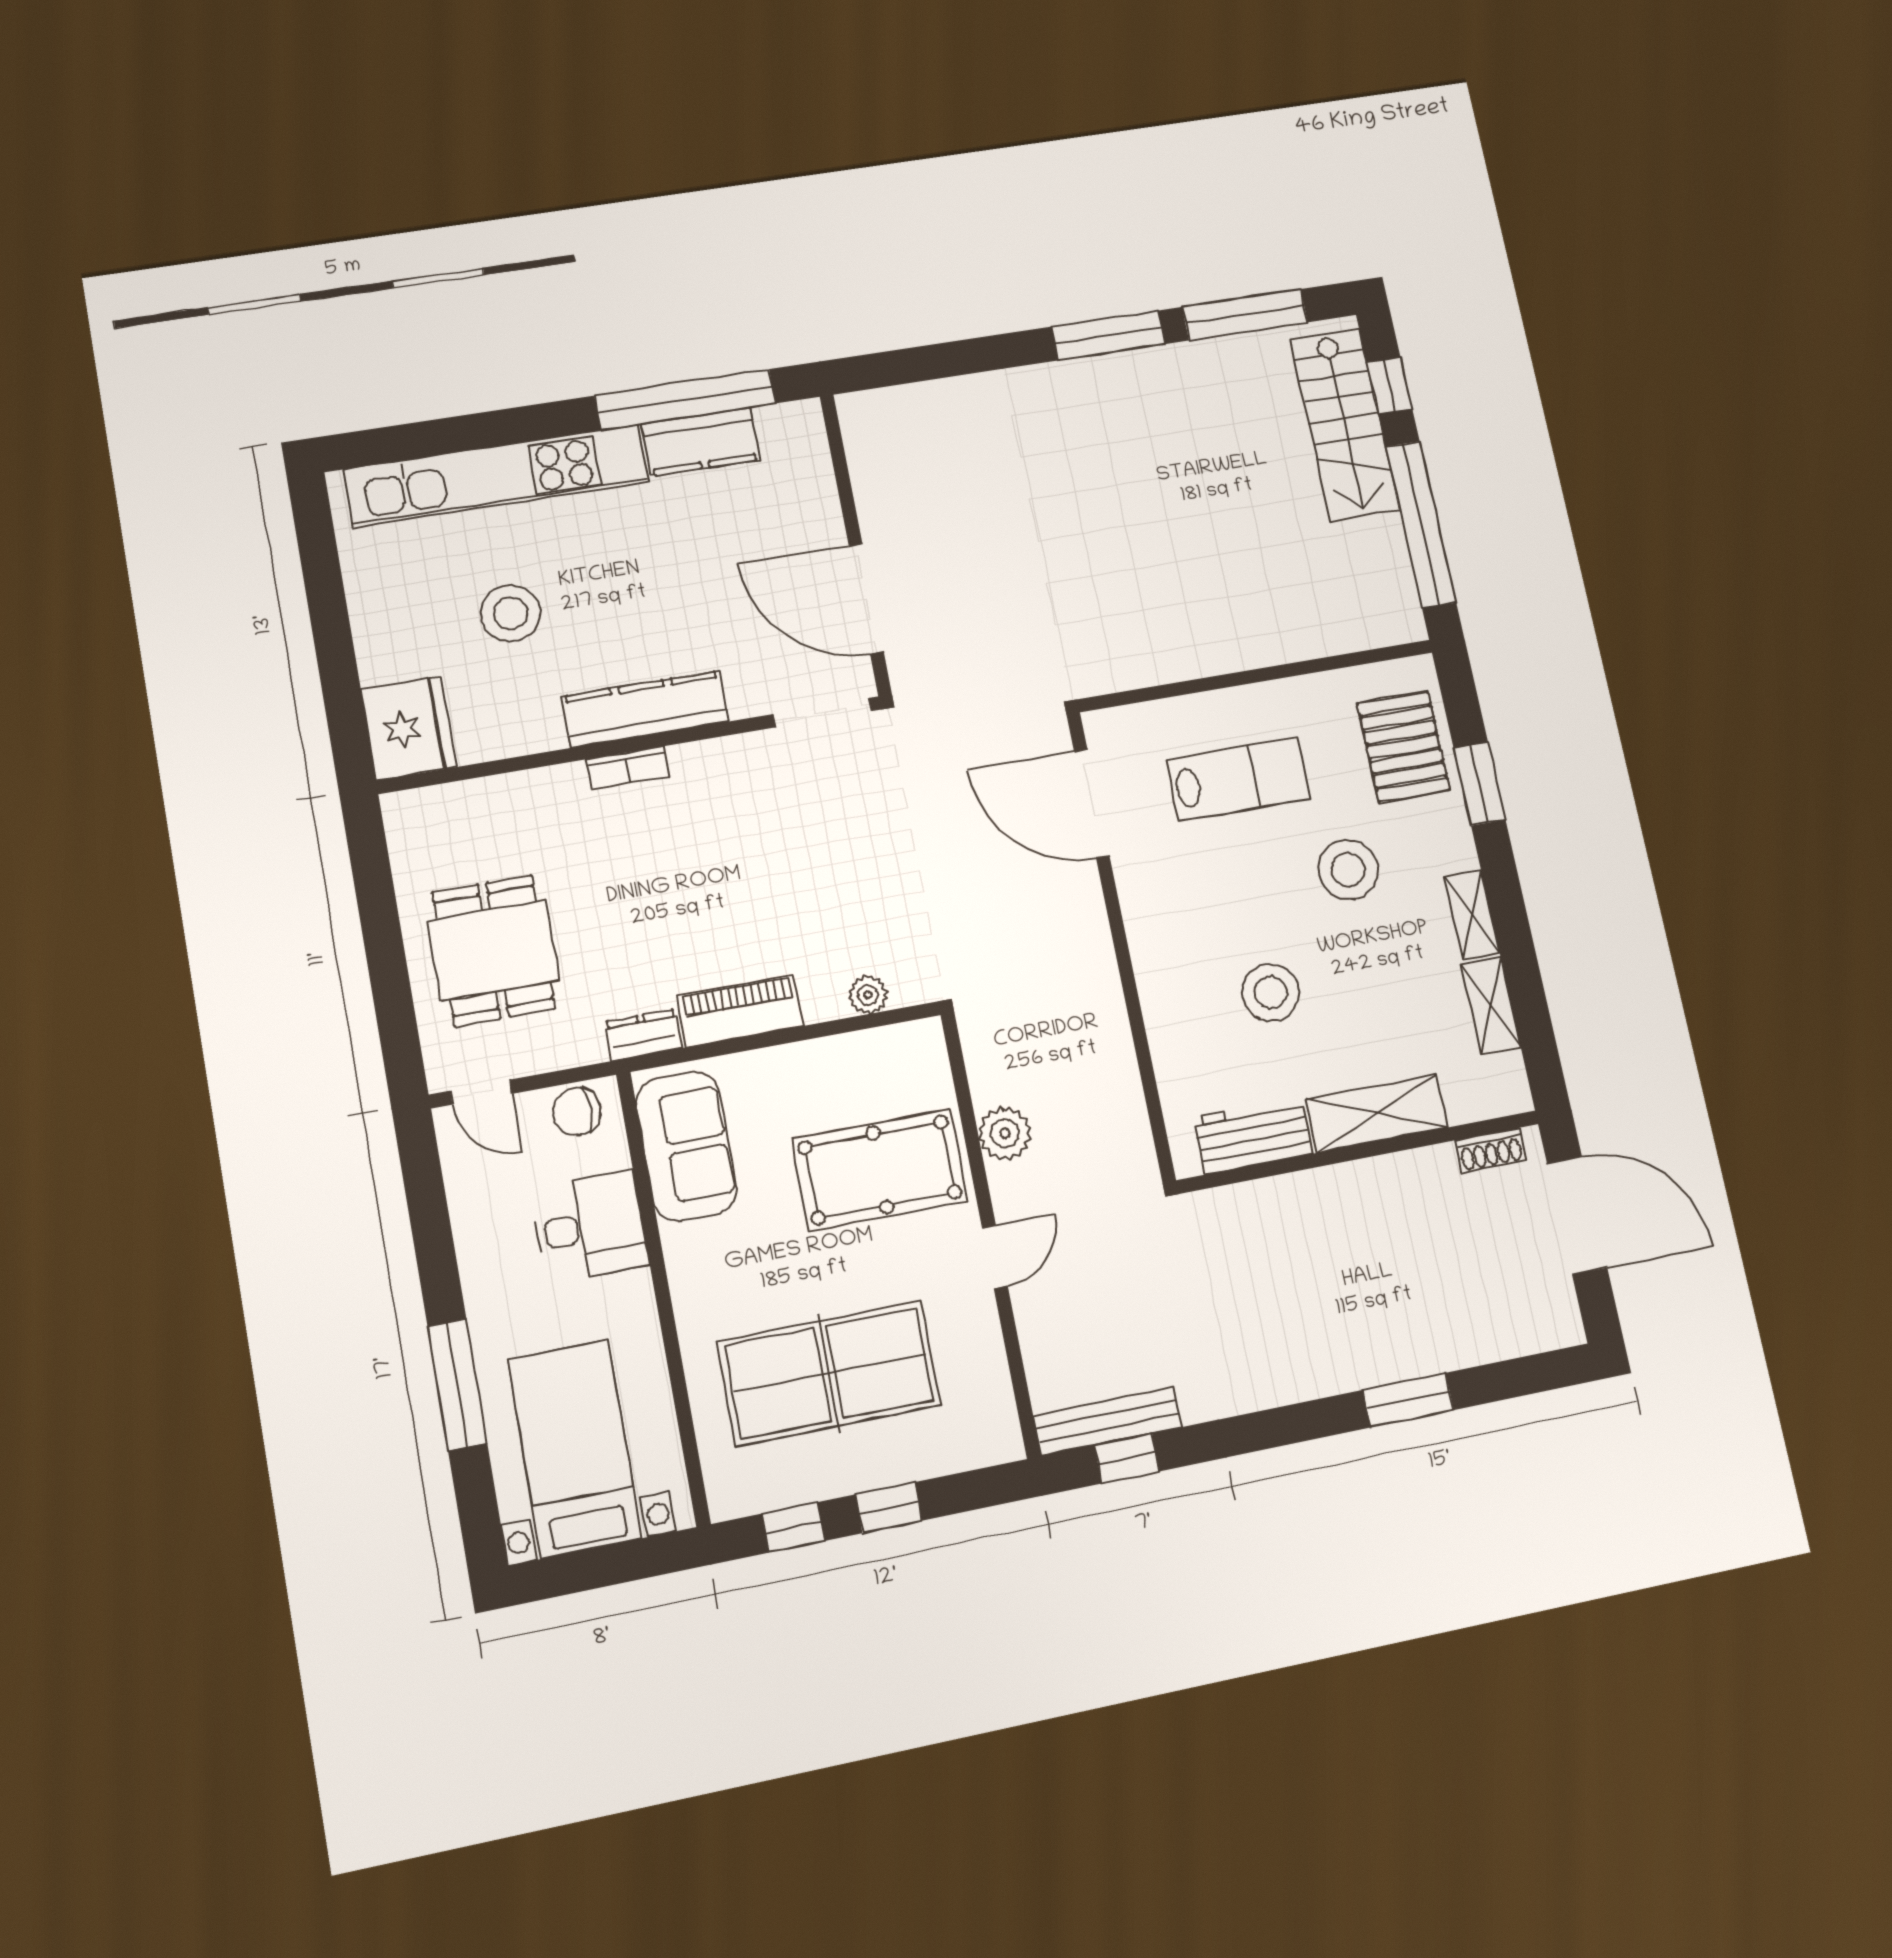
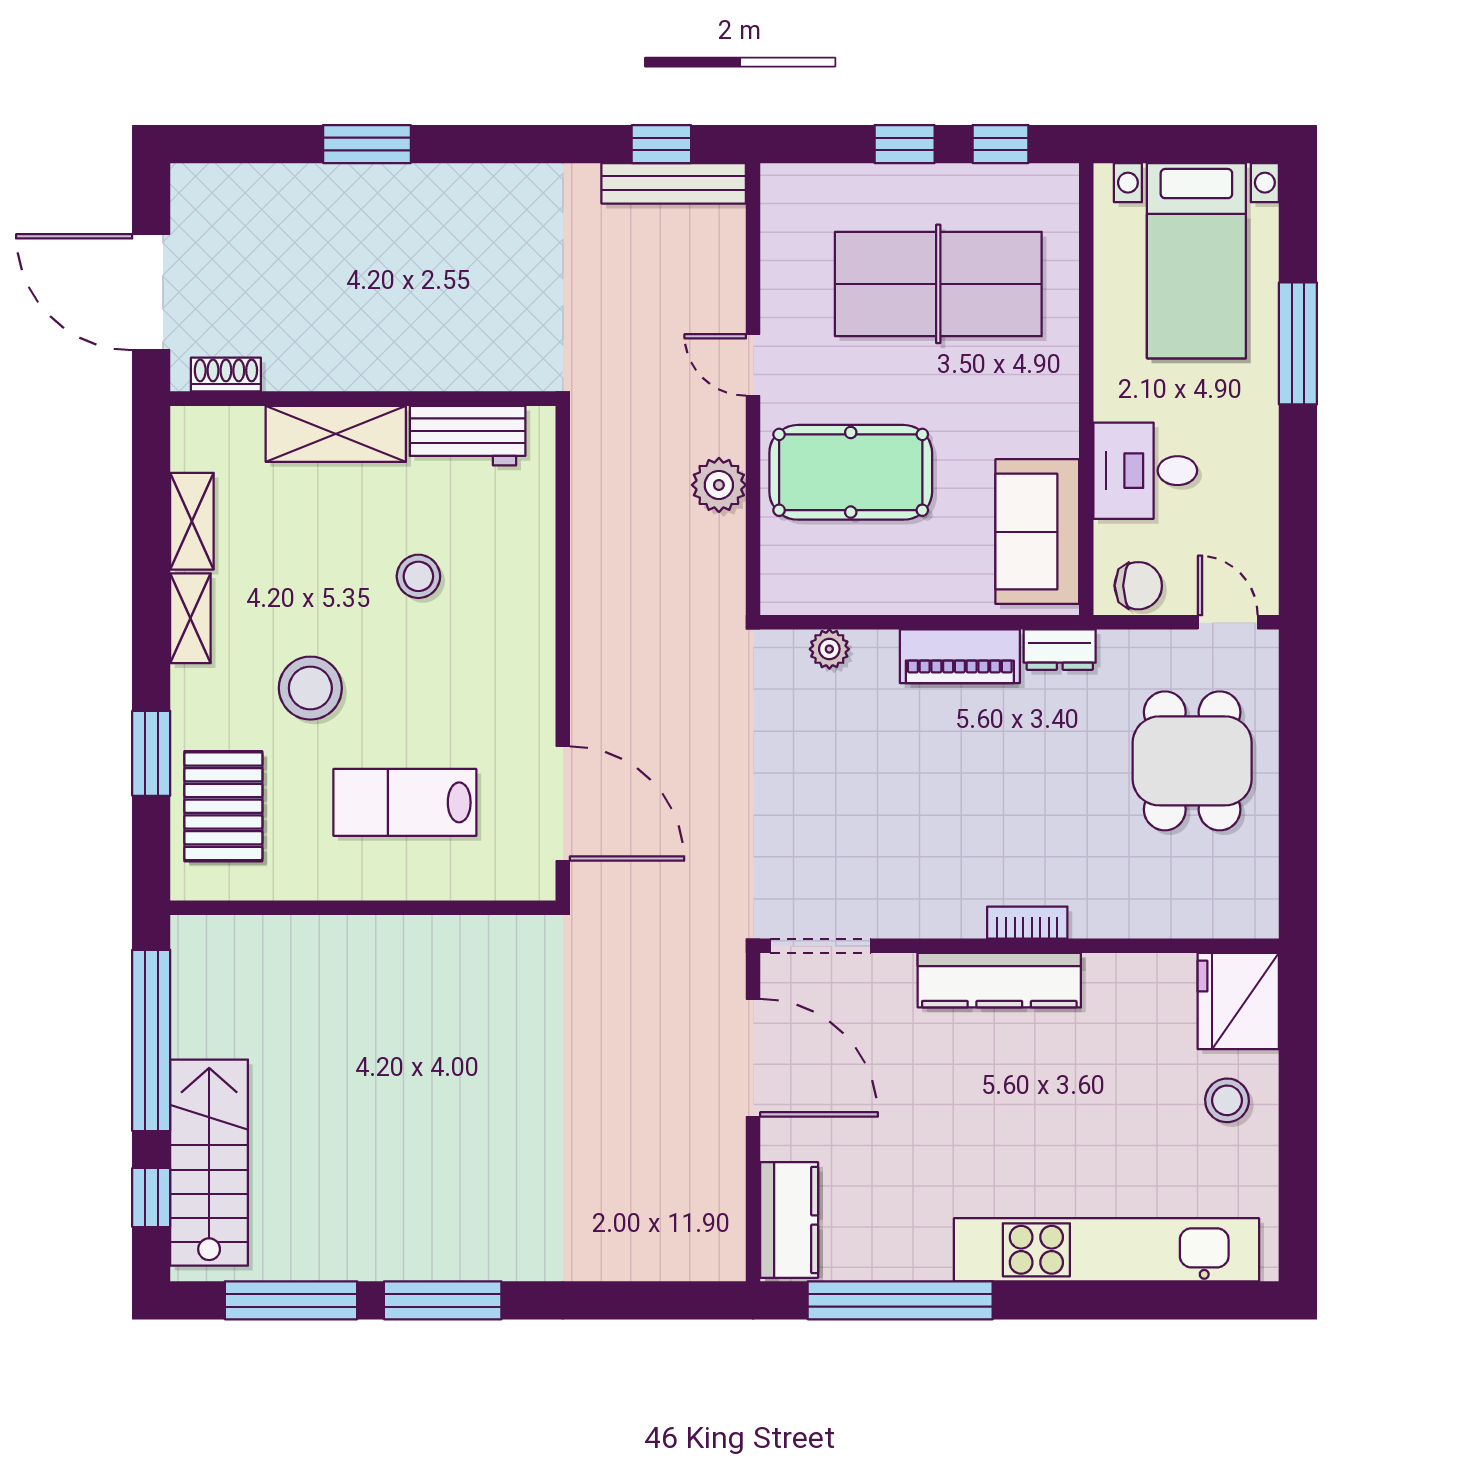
kitchen counter: (701, 442) -> (789, 1220), moved, turned 90
stool: (511, 613) -> (1227, 1100), moved, width x0.73, depth x0.73
stool: (1271, 993) -> (418, 576), width x0.73, depth x0.73
door: (995, 1257) -> (753, 365), hinge flipped

